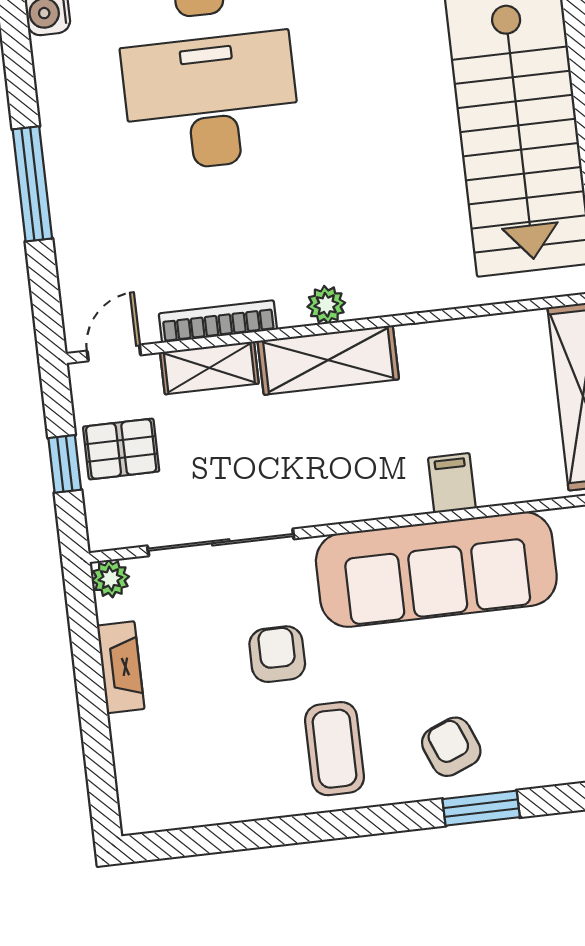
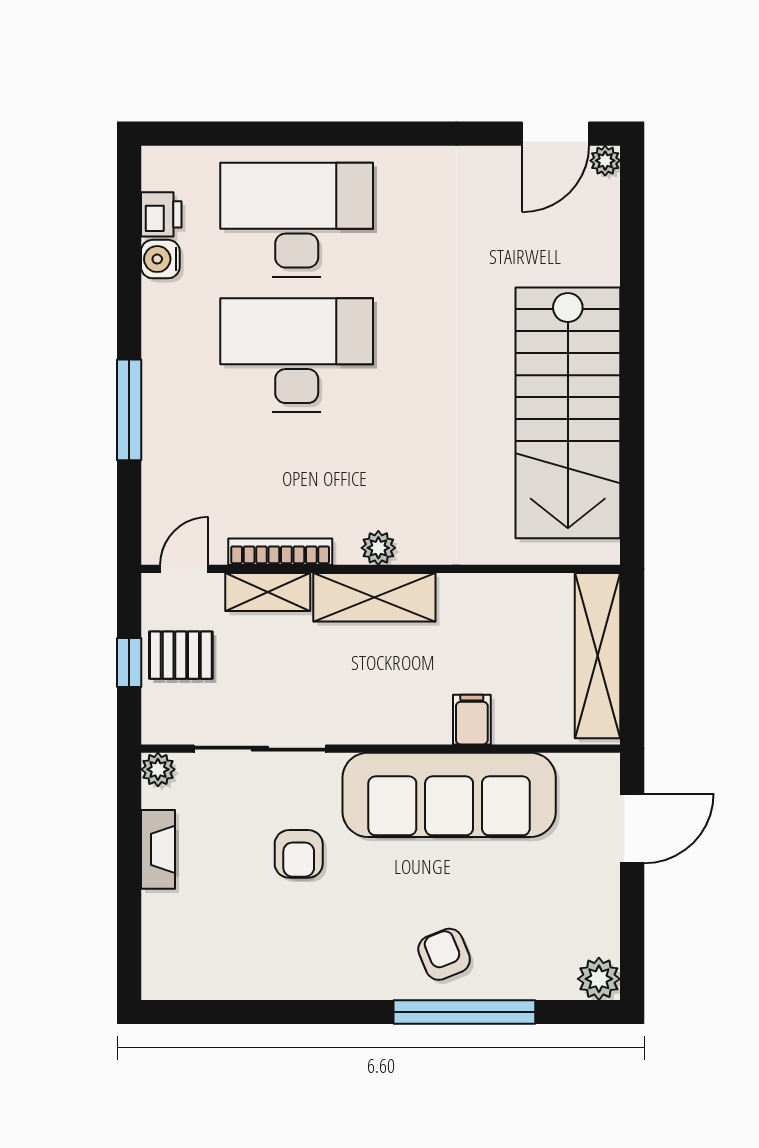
armchair: (277, 654) -> (299, 854), turned 180
coffee table: (334, 749) -> (340, 944), removed
window: (481, 808) -> (464, 1012), width x2.11

